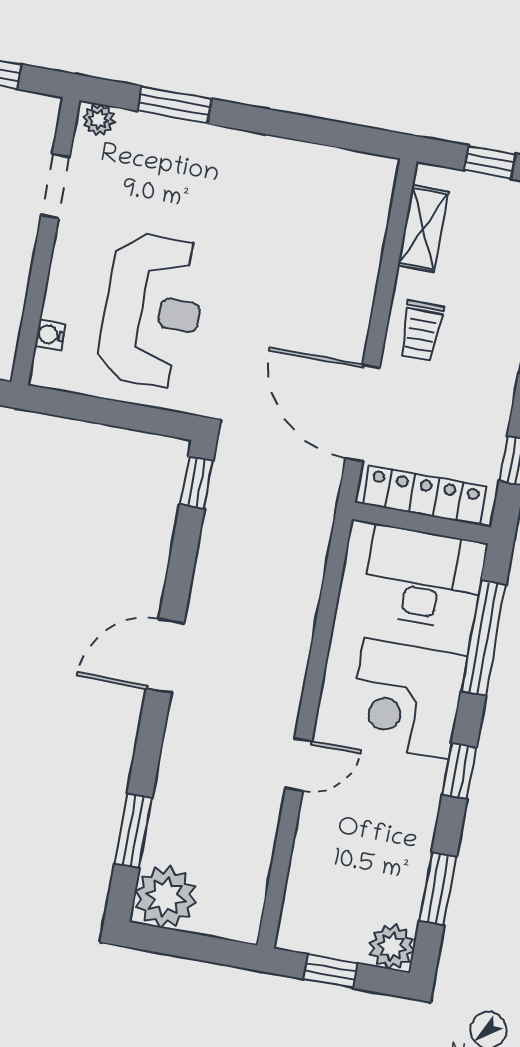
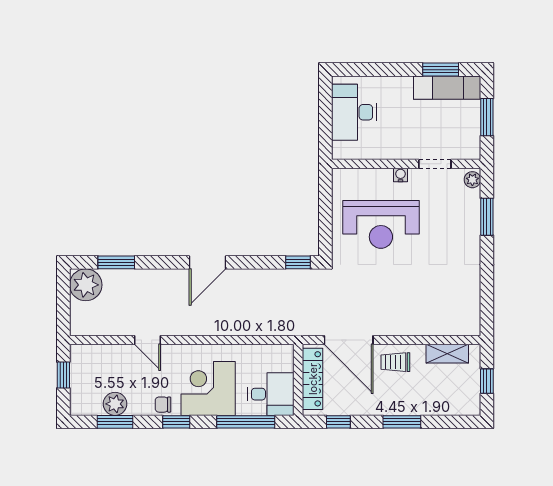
water cooler: (50, 335) -> (400, 175), moved
door: (363, 413) -> (349, 340), swing flipped
desk: (424, 578) -> (271, 394), width x0.73
door: (165, 656) -> (208, 262), swing flipped
door: (299, 765) -> (148, 340), moved
chair: (422, 791) -> (163, 405), added
plant: (392, 947) -> (115, 404), moved

